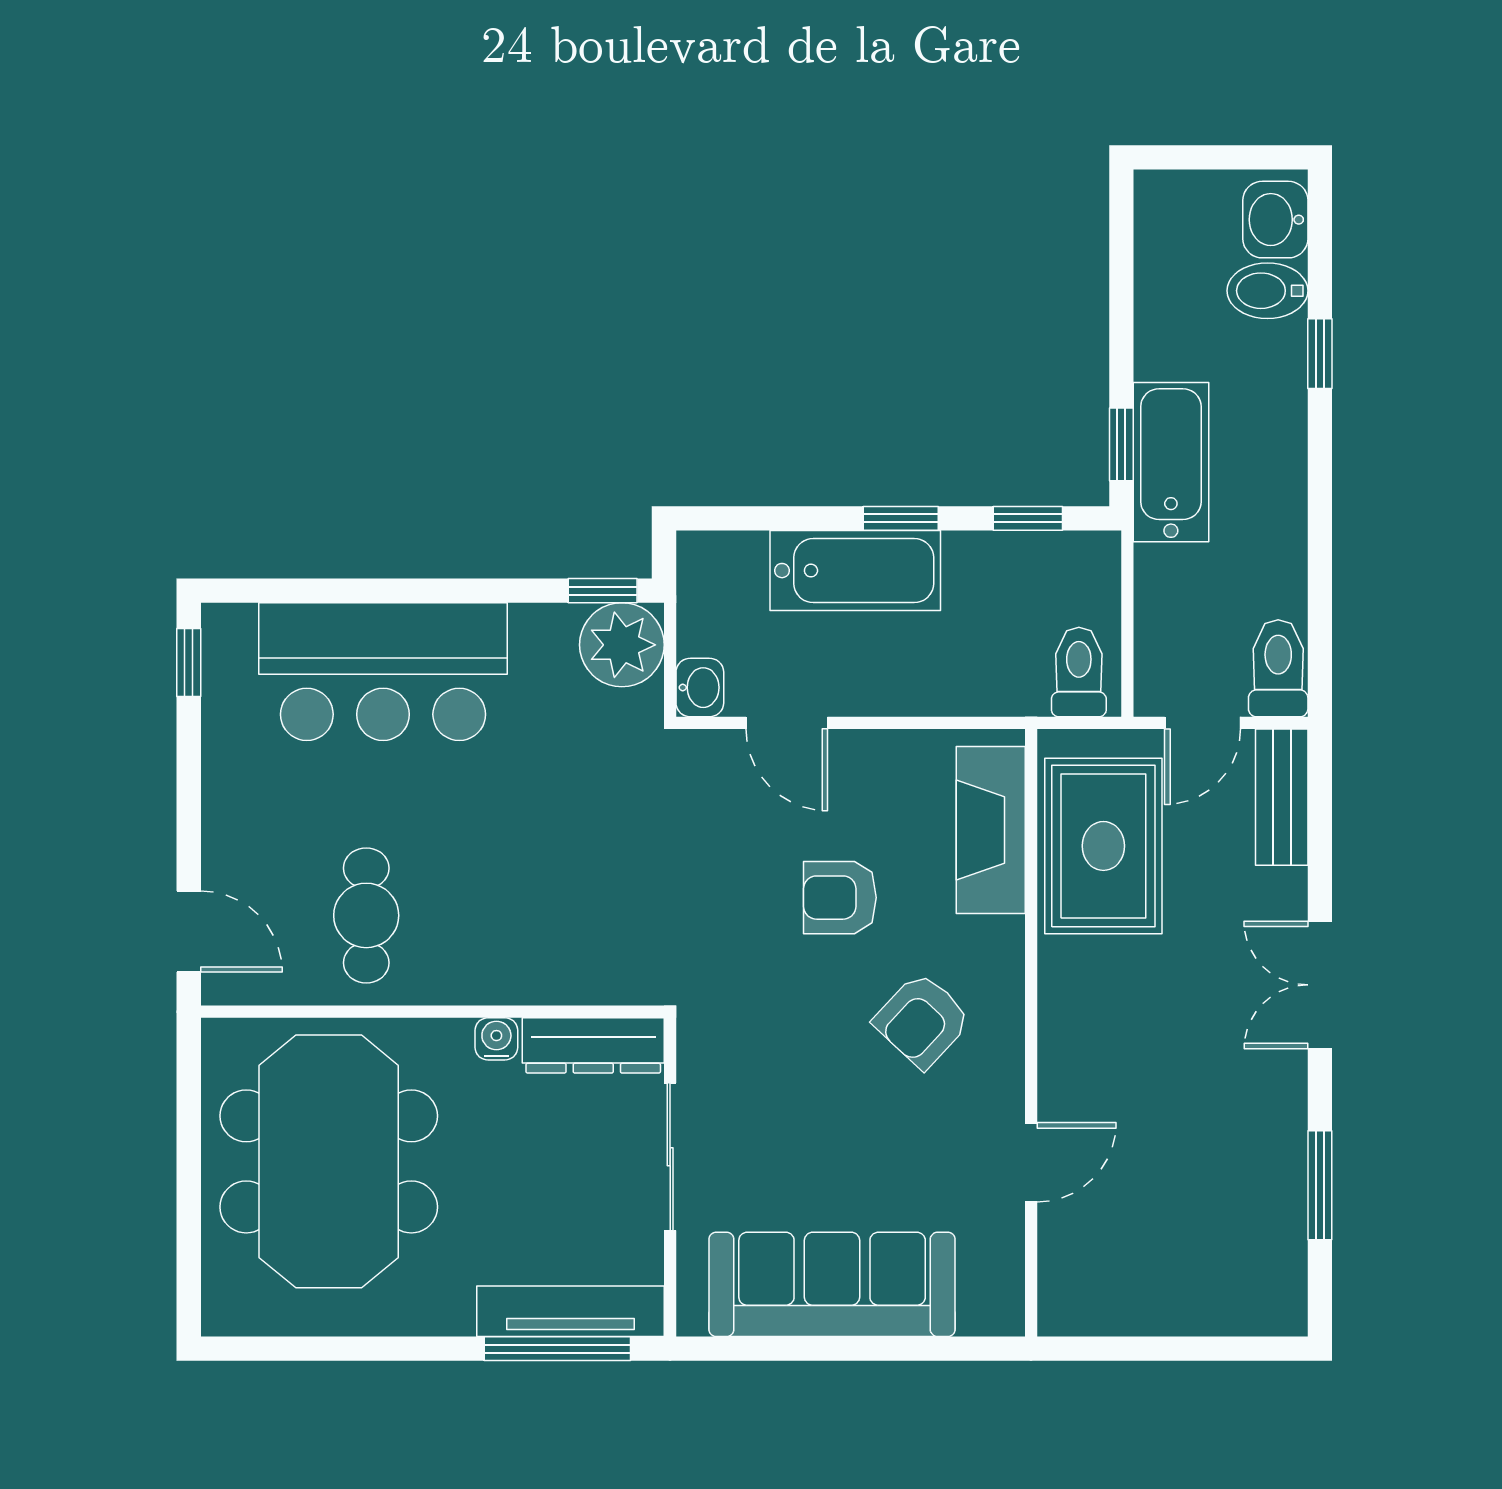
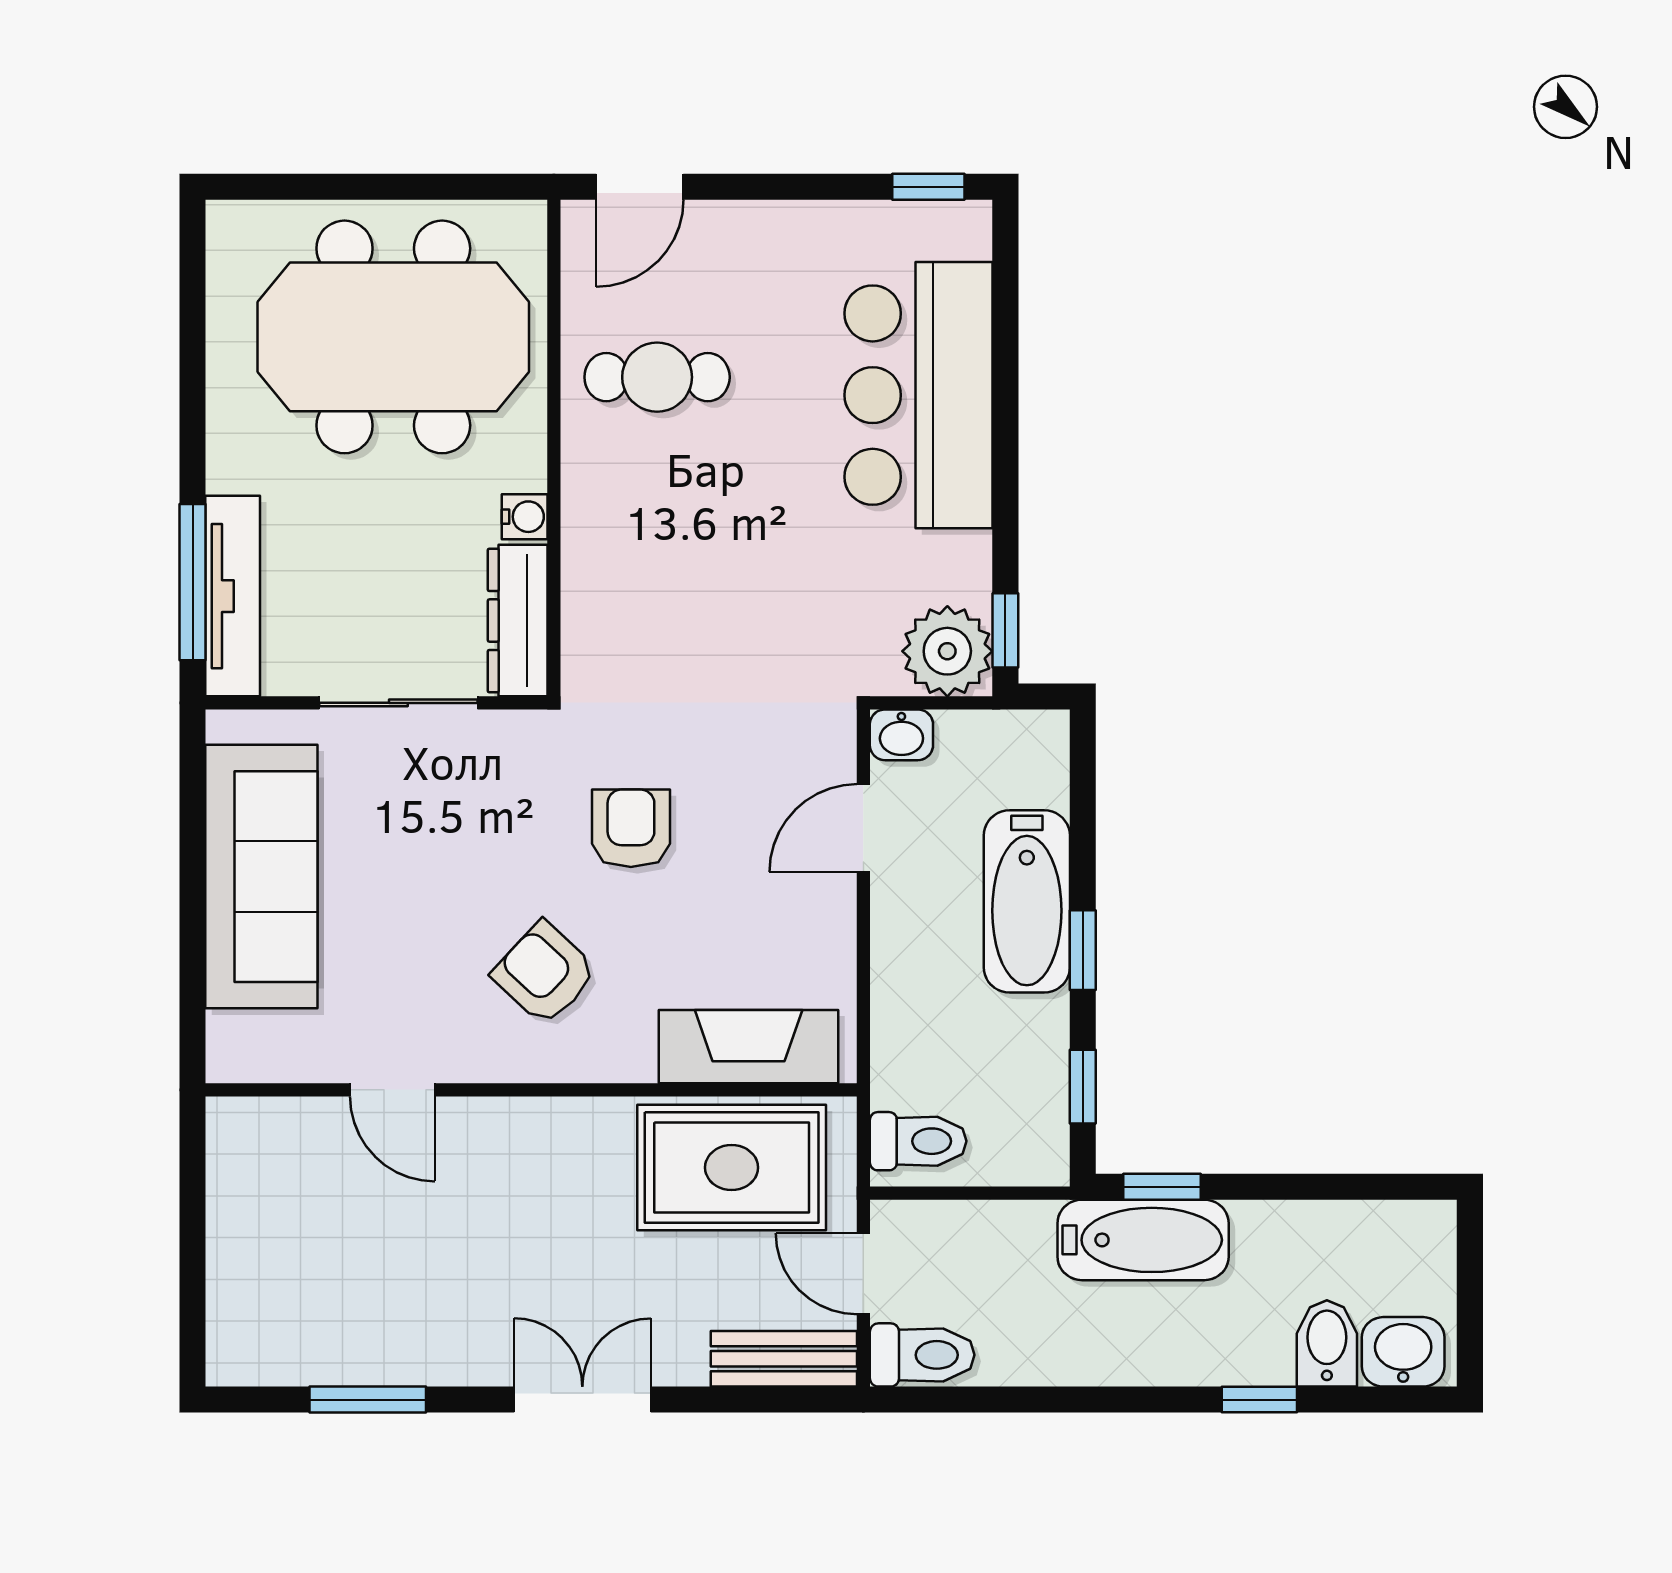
armchair: (840, 898) -> (631, 828), moved

